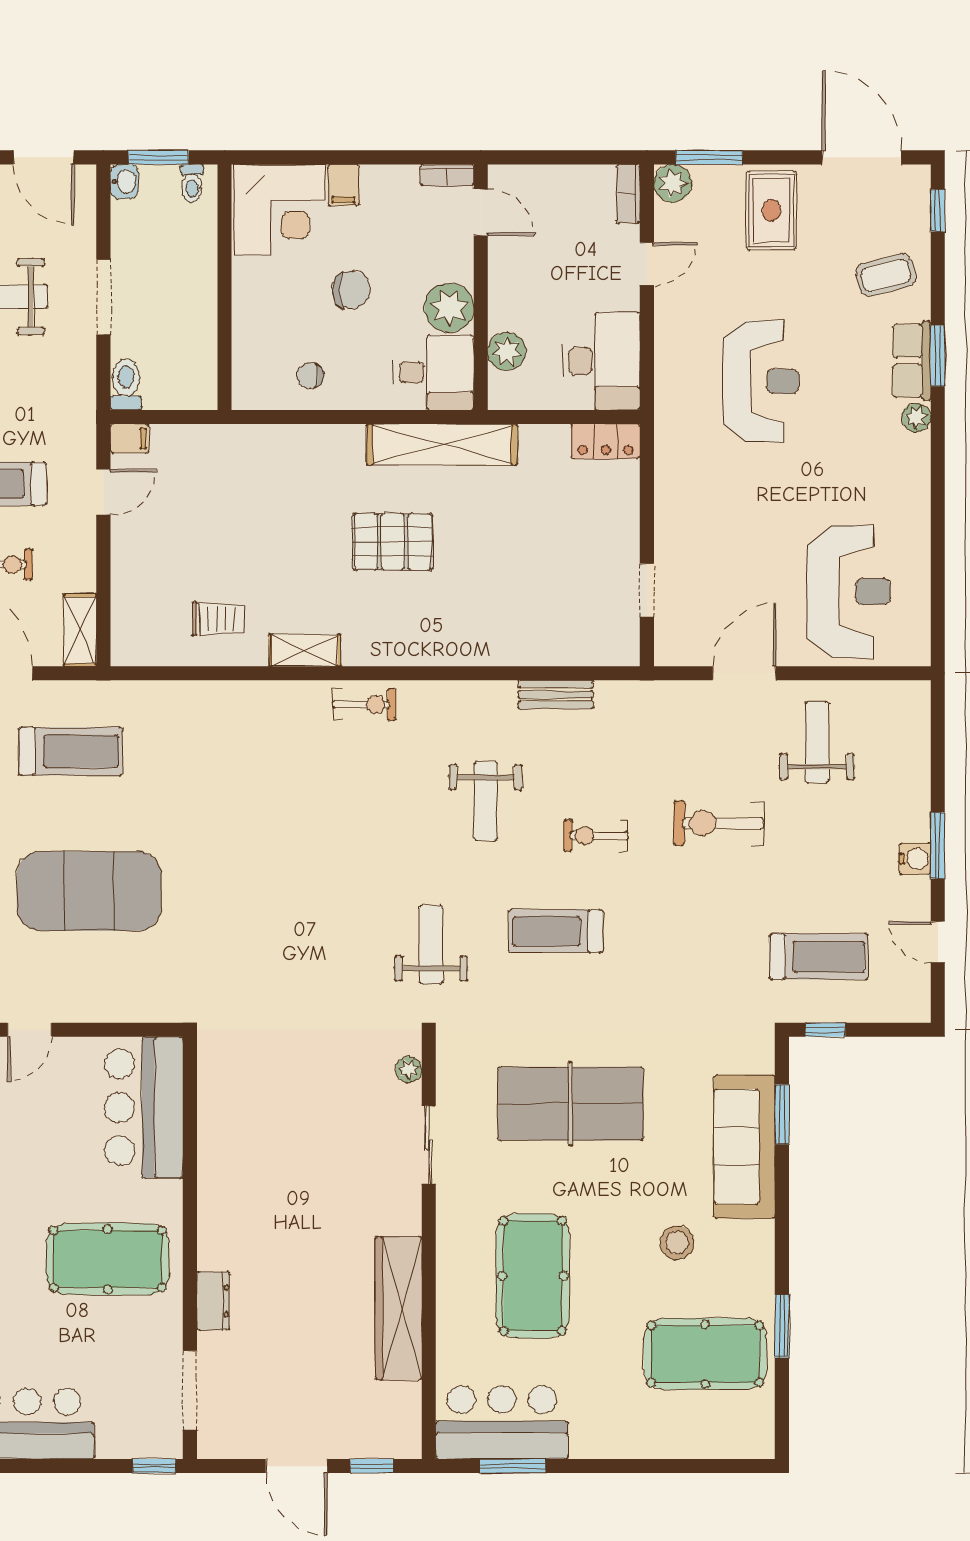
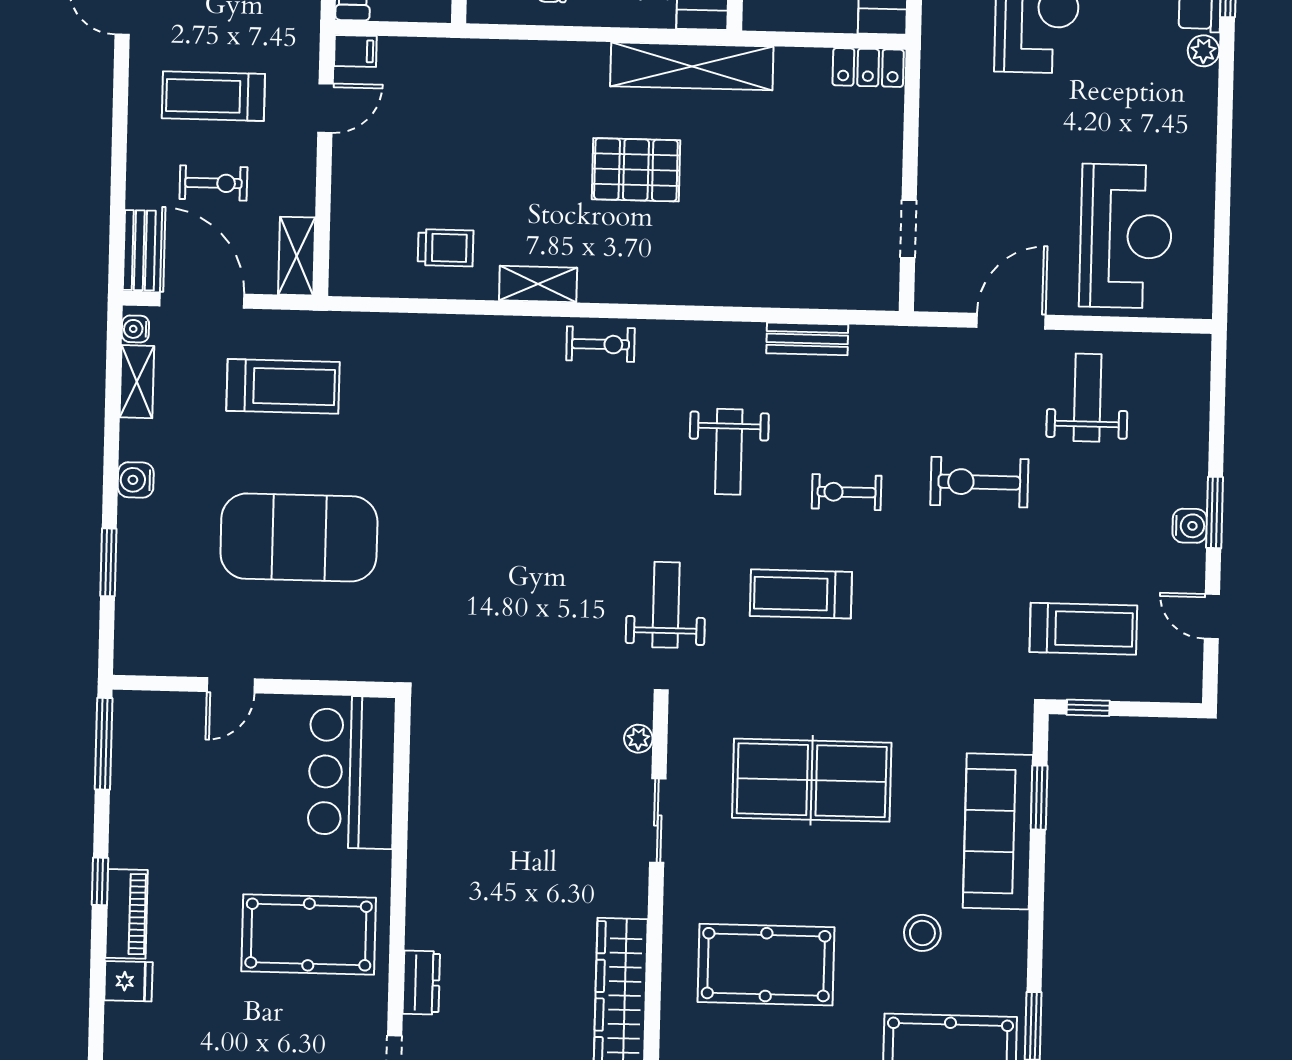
pool table: (533, 1276) -> (766, 965), turned 90

